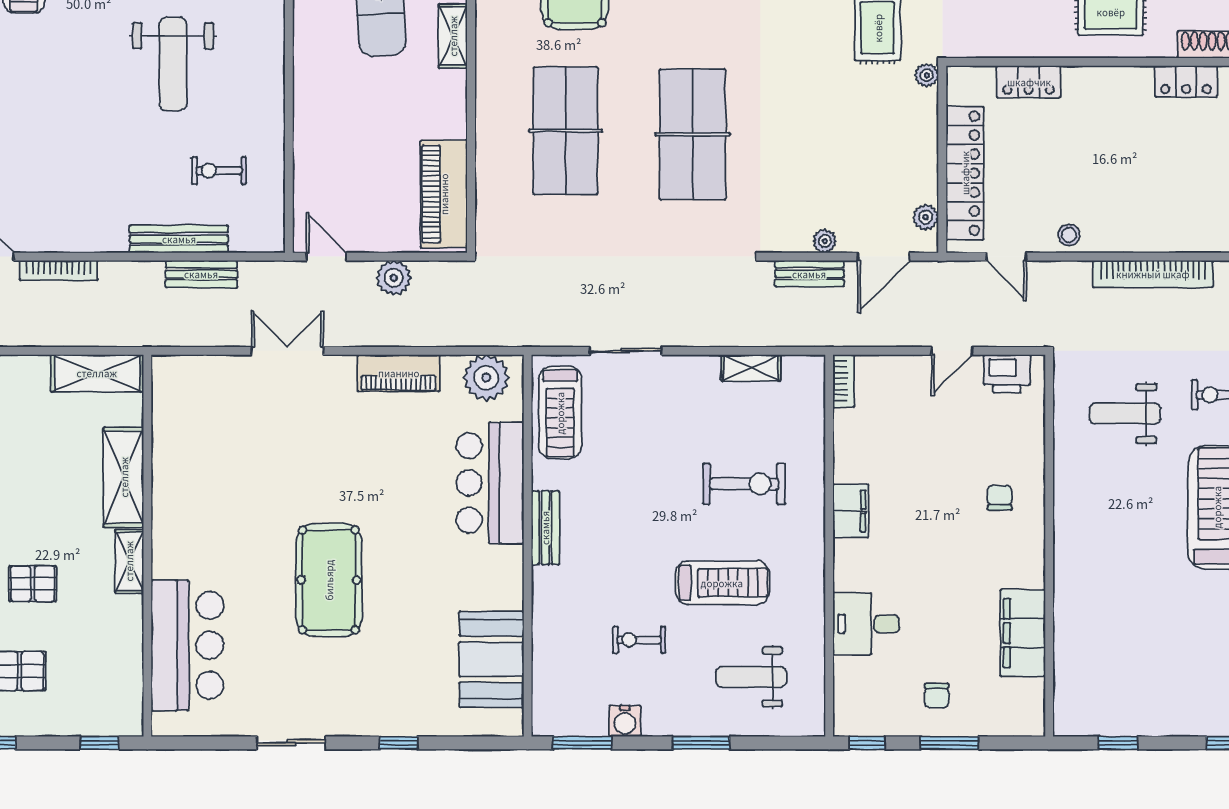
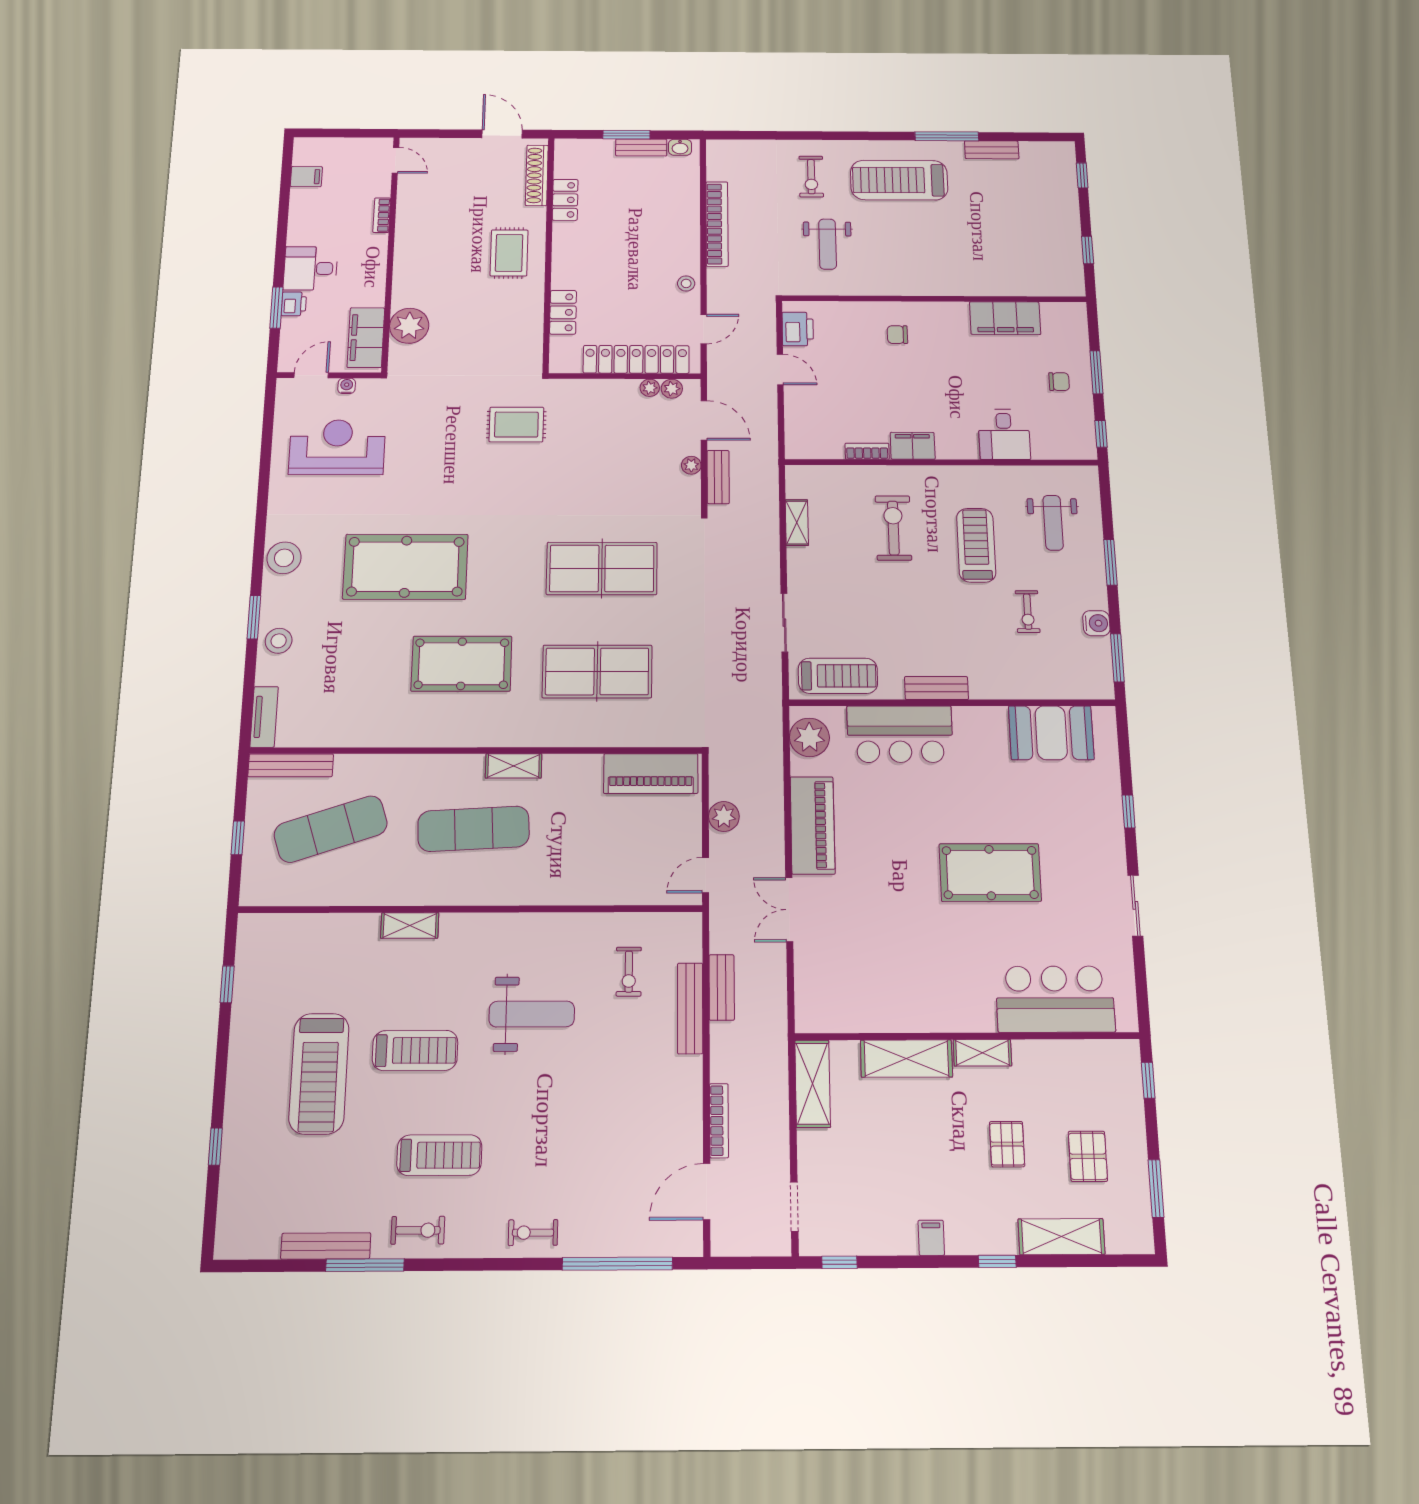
plant: (927, 75) -> (650, 388), moved
piano: (399, 373) -> (813, 825), width x1.37, depth x1.33
bookcase: (844, 381) -> (867, 451), moved

